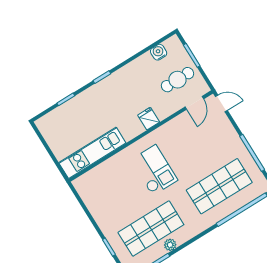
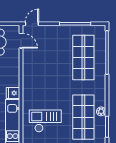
fridge: (149, 119) -> (13, 93), moved
checkout: (154, 170) -> (45, 121), moved

